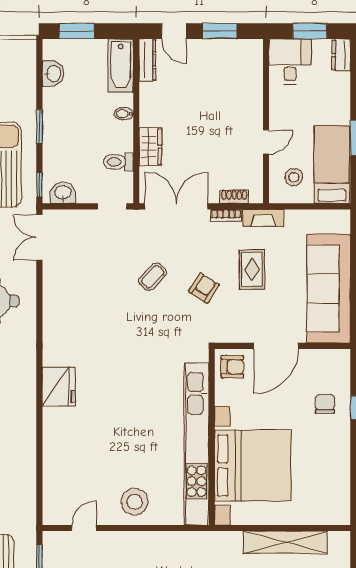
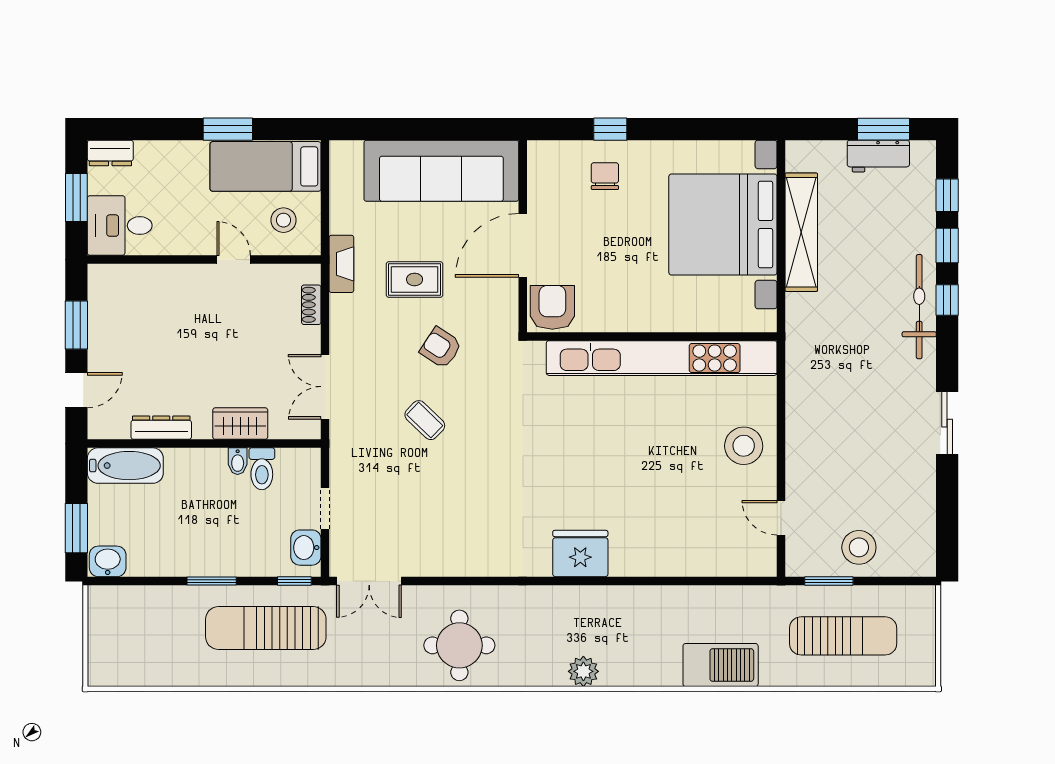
dresser: (147, 60) -> (161, 428), moved
washbasin: (53, 74) -> (108, 561), moved
bidet: (124, 114) -> (238, 461), moved
doorway: (112, 206) -> (325, 508), moved
double door: (176, 206) -> (325, 387), width x0.73
bookcase: (226, 215) -> (338, 316), removed
door: (276, 346) -> (523, 245), swing flipped
armchair: (232, 367) -> (552, 307), width x1.38, depth x1.38
chair: (325, 404) -> (605, 176), turned 90
bed with nightstands: (253, 466) -> (723, 224), moved, turned -90

